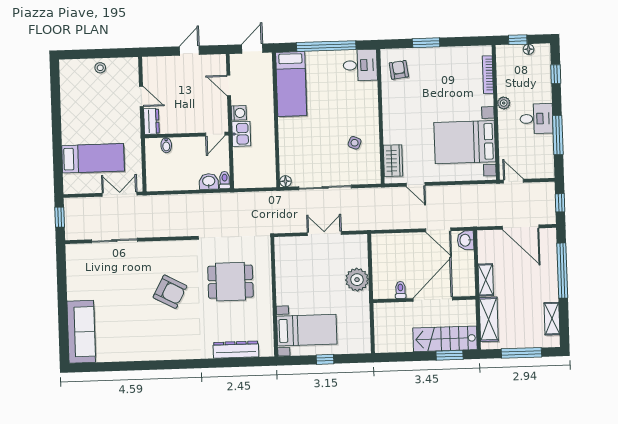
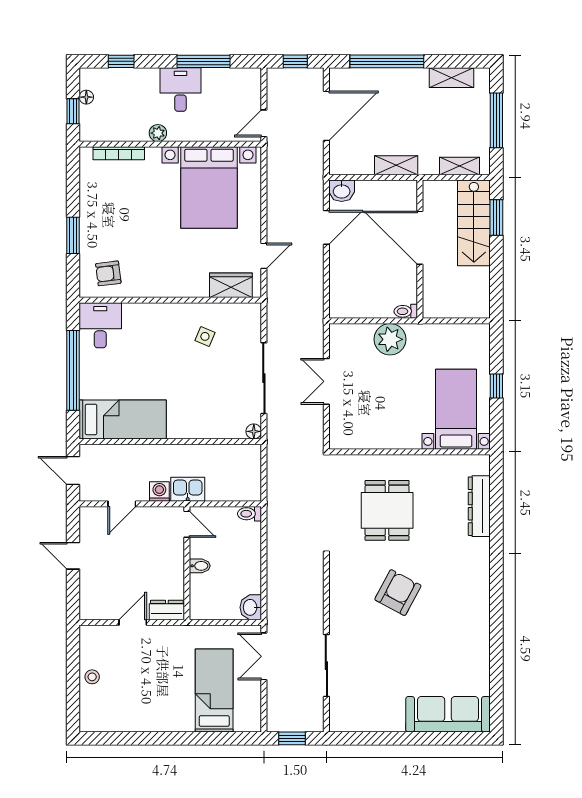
bidet: (166, 145) -> (200, 566), moved
washbasin: (209, 182) -> (251, 607), moved
toilet: (400, 290) -> (406, 311), moved
shelving: (489, 319) -> (459, 166), width x0.67, depth x0.75

